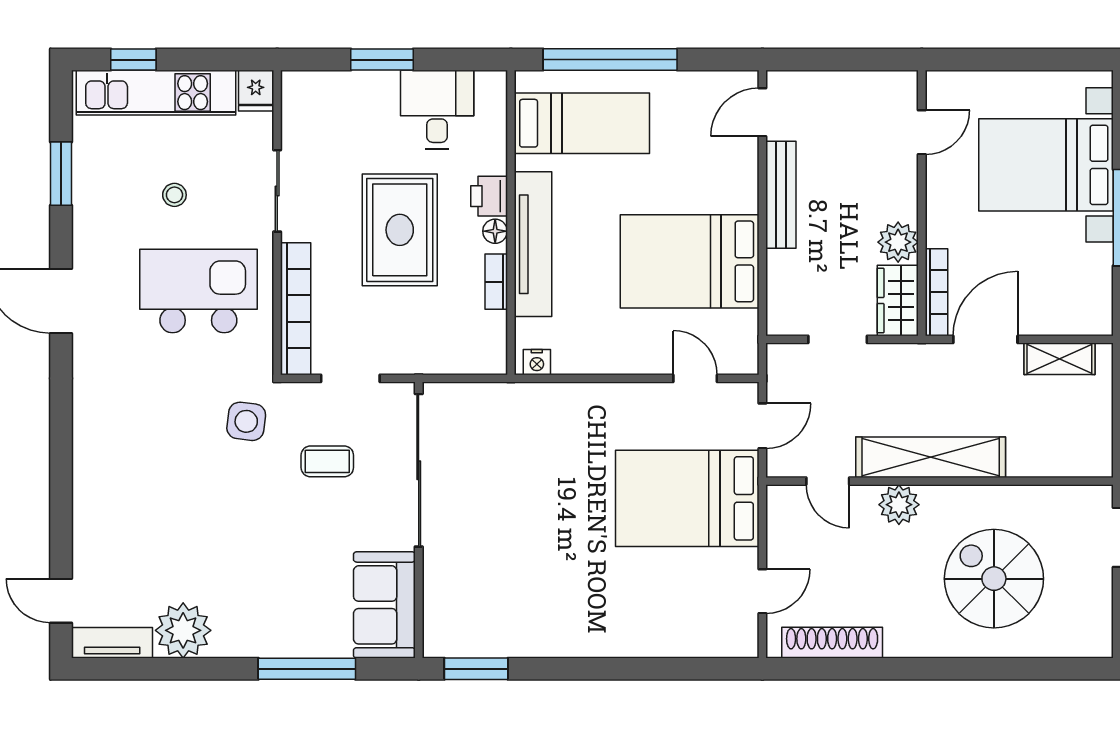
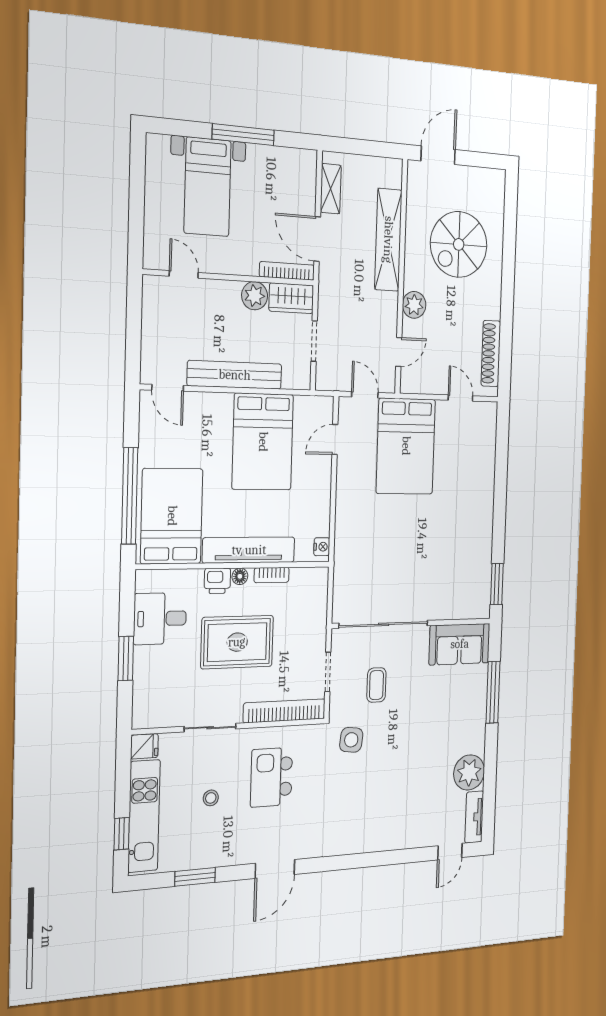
bed: (582, 123) -> (172, 516), width x1.50
bed with nightstands: (1046, 165) -> (208, 187), width x0.73
bench: (781, 195) -> (235, 375), width x1.37, depth x1.21
kitchen island: (198, 291) -> (272, 777), width x0.73, depth x0.78
shelving: (931, 457) -> (388, 240), moved

